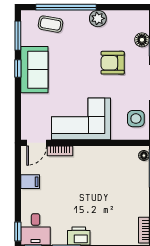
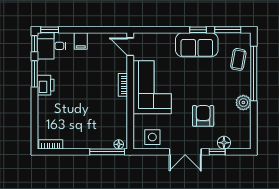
bookcase: (60, 151) -> (123, 85), moved
filing cabinet: (30, 182) -> (81, 41), moved

